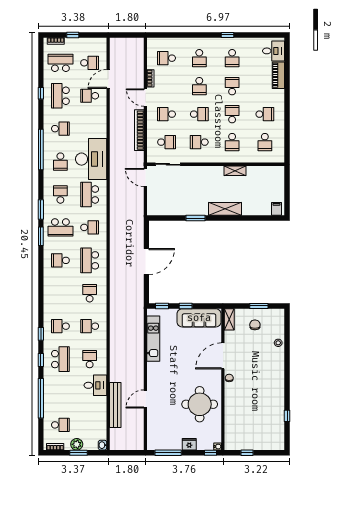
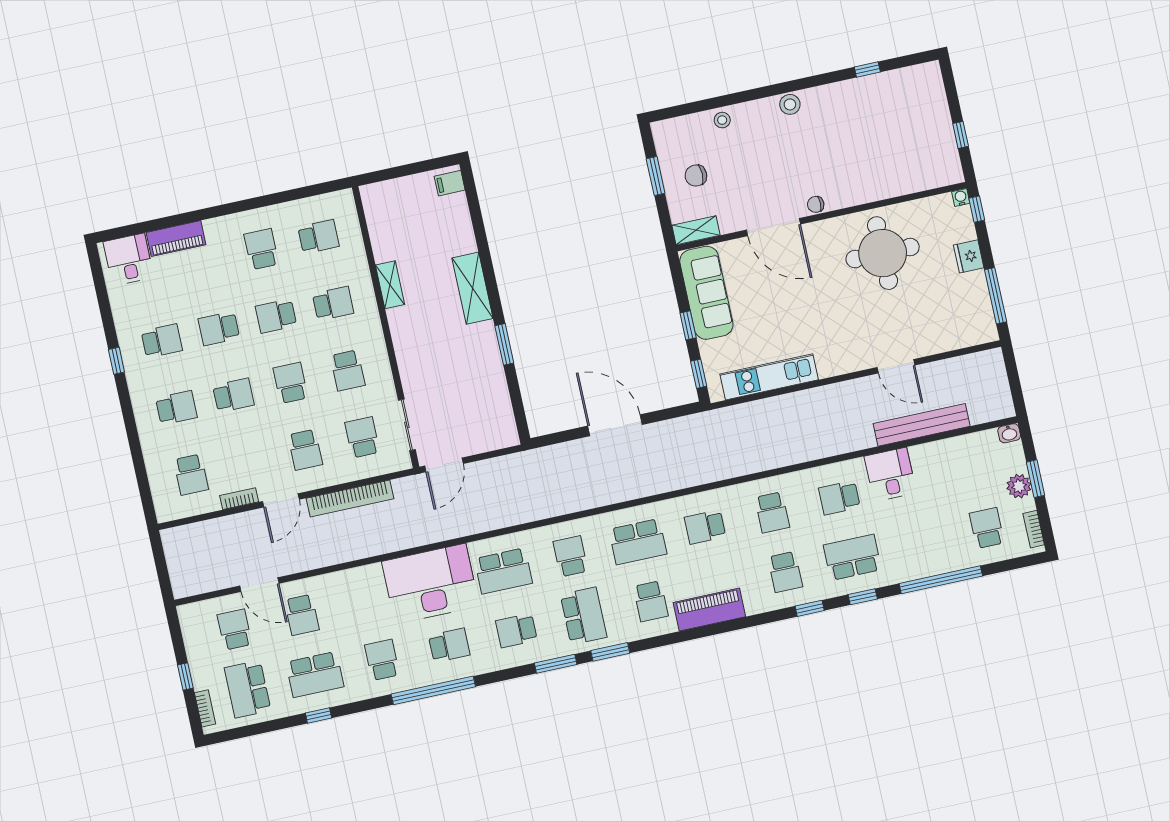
piano: (51, 287) -> (709, 610), added
stool: (279, 376) -> (790, 104), added

